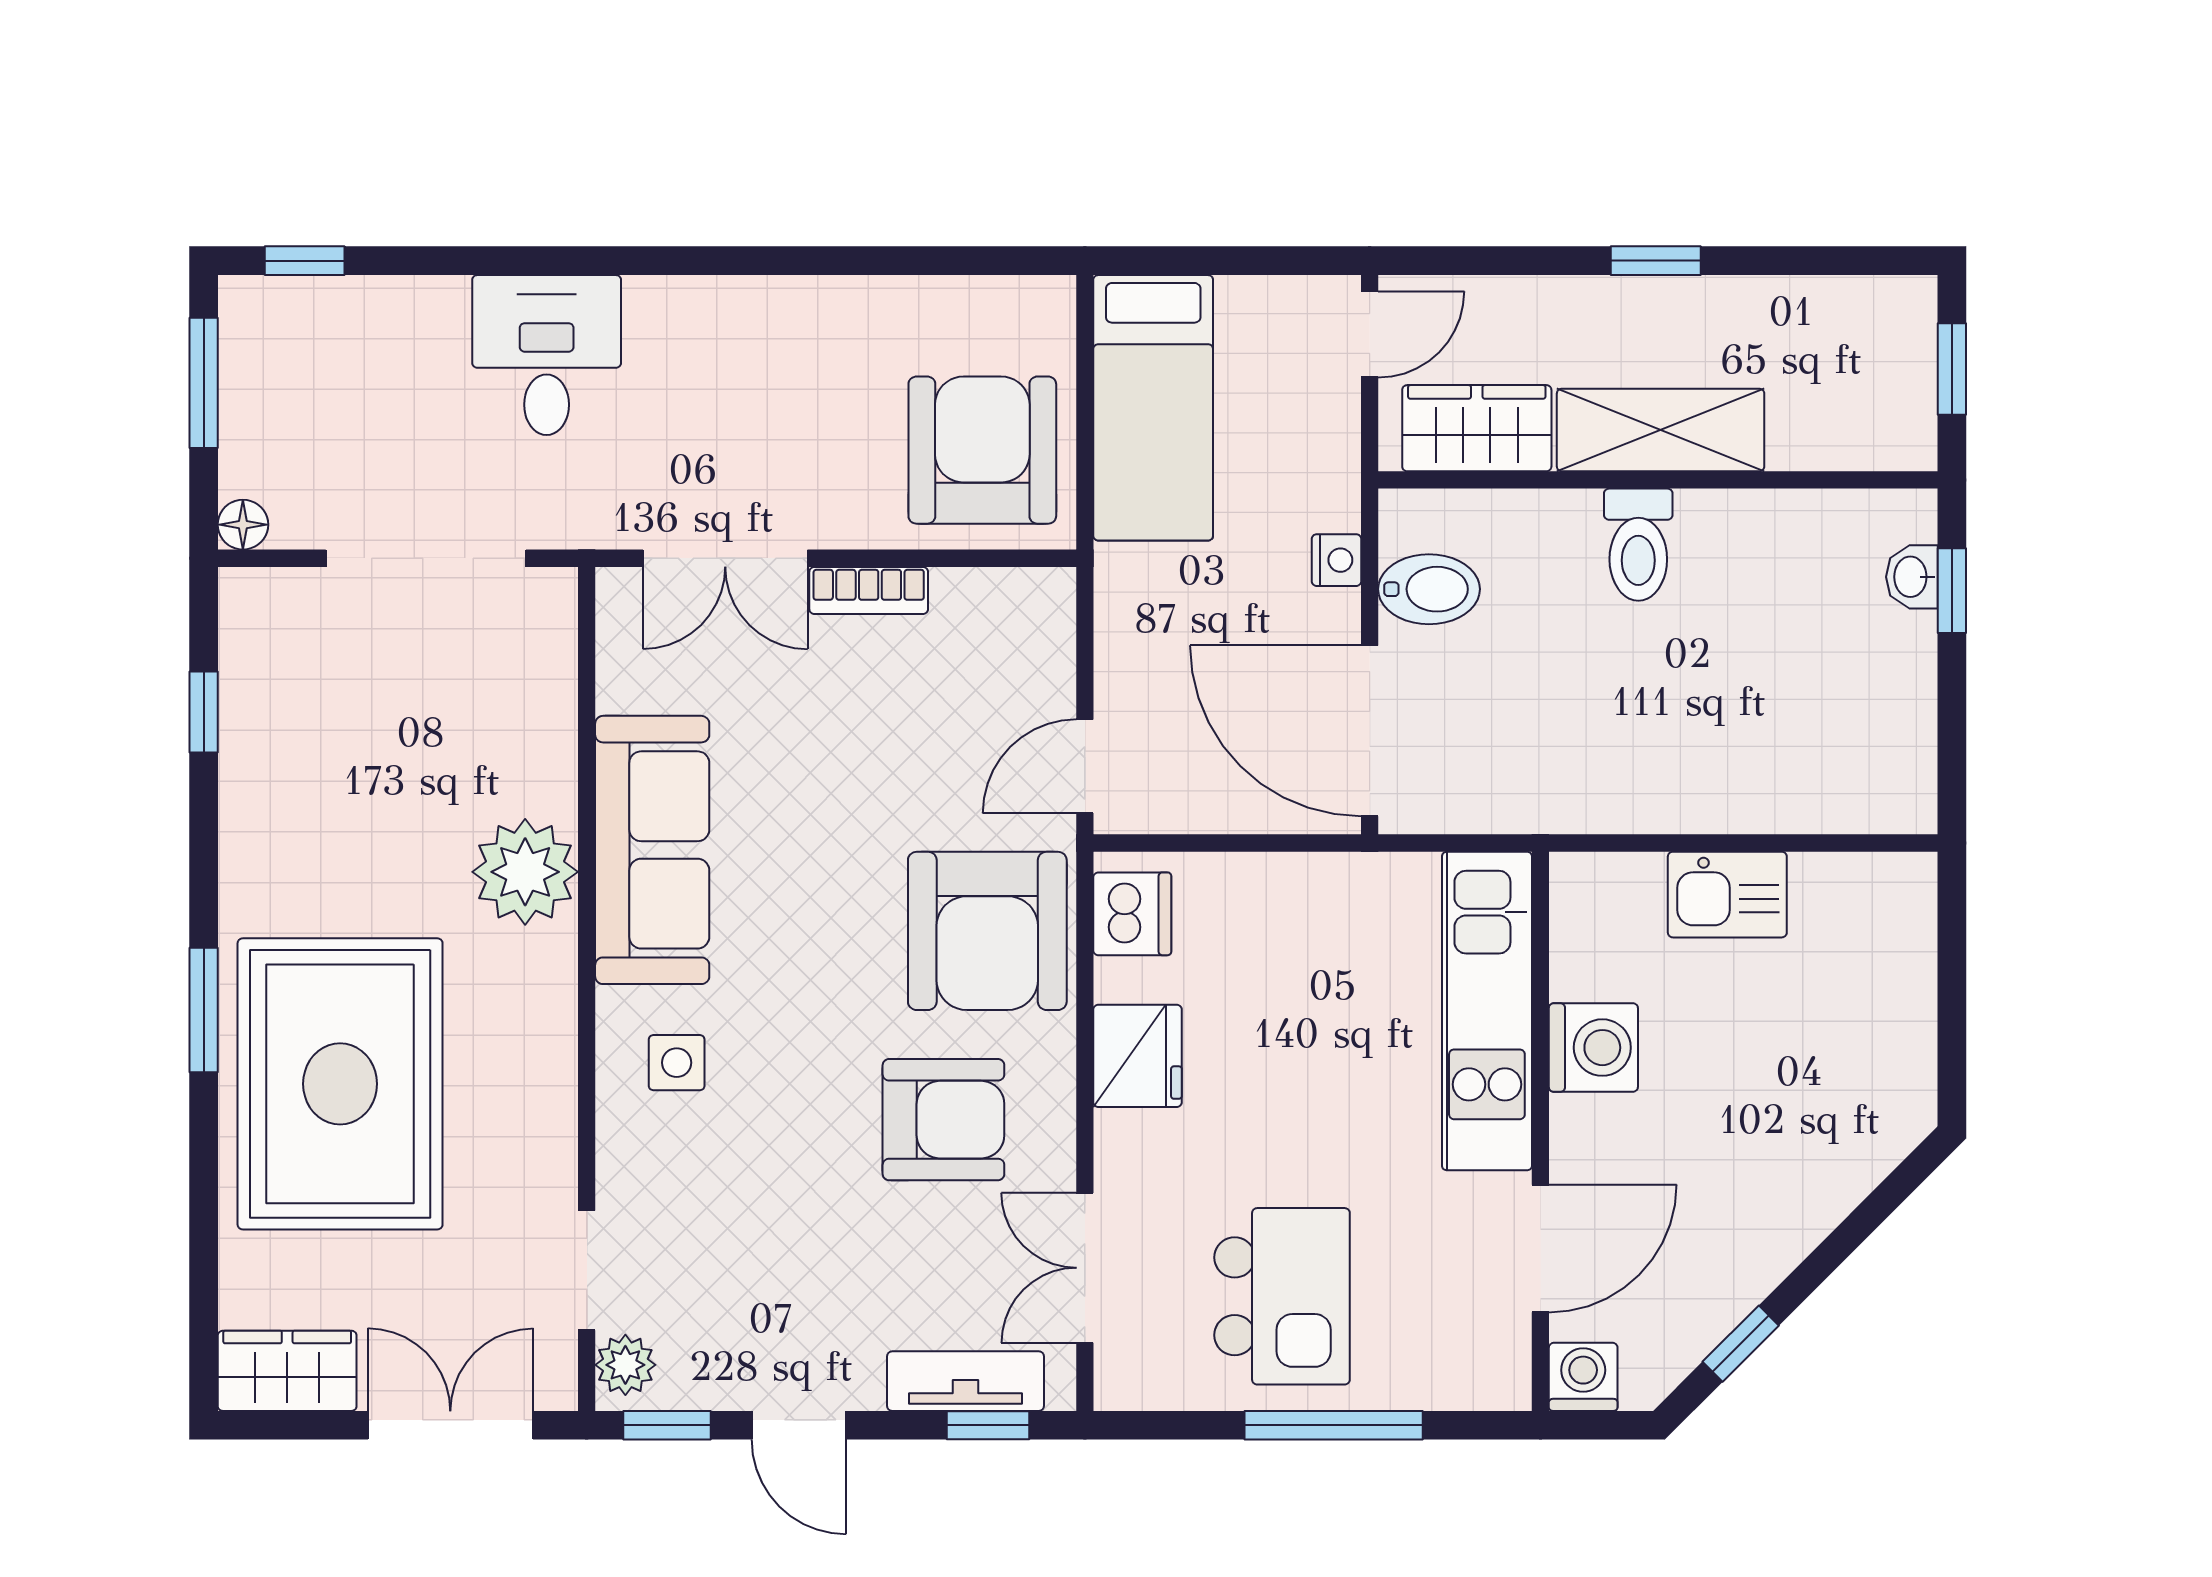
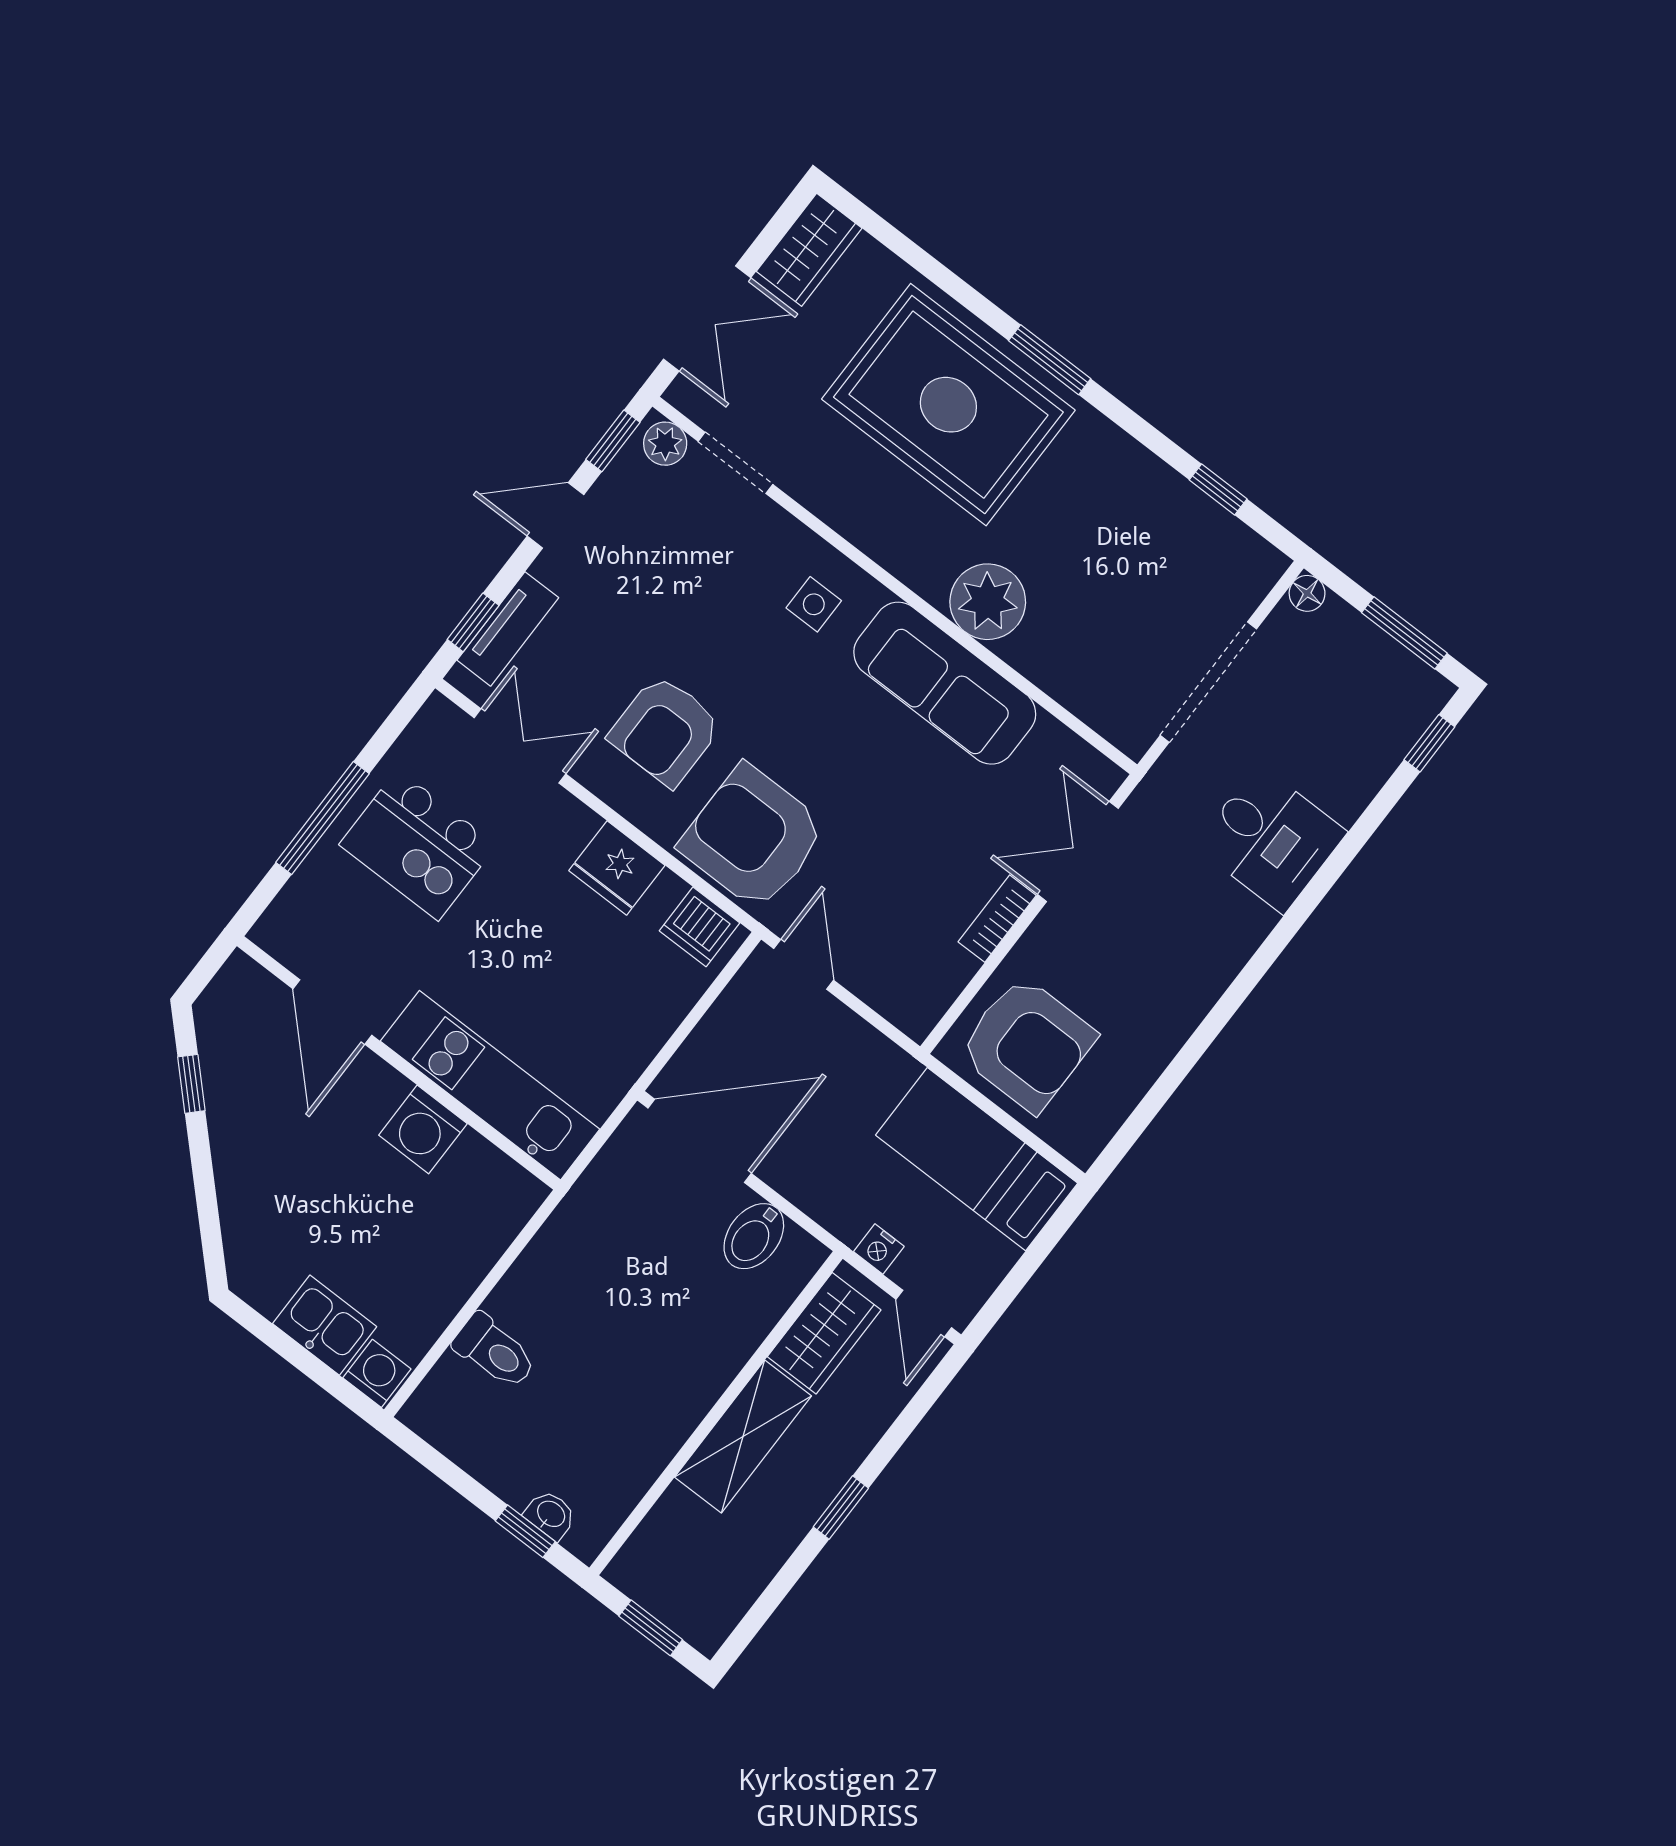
toilet: (1638, 545) -> (495, 1351), moved, turned 180
nightstand: (1336, 560) -> (879, 1249), moved
kitchen sink: (1727, 895) -> (325, 1325), moved, turned 90
washing machine: (1583, 1377) -> (377, 1373), moved, turned -90

